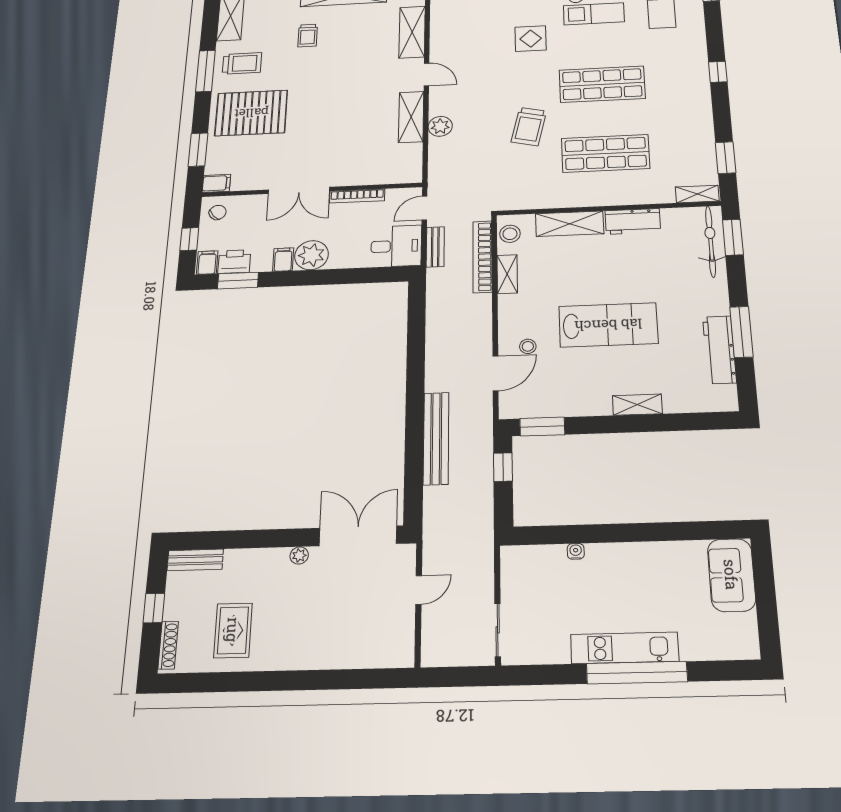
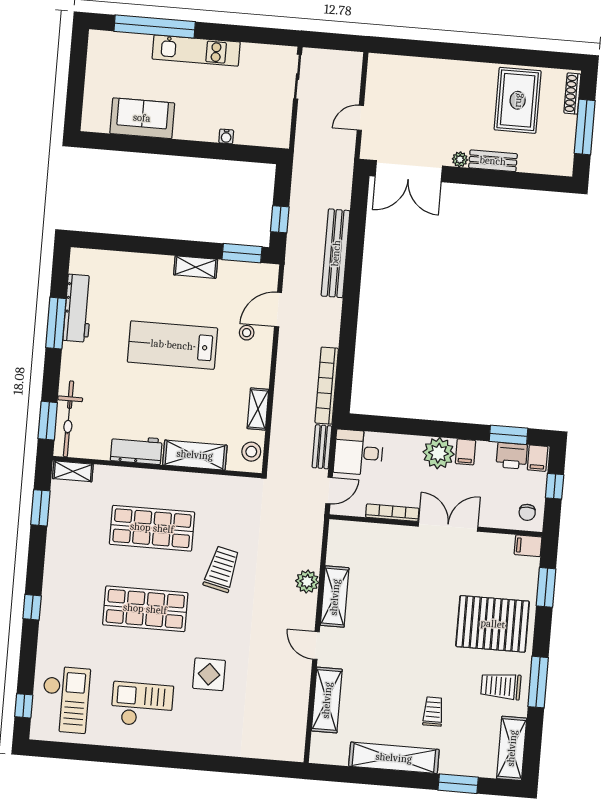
chair: (218, 212) -> (527, 512), turned -51
bookcase: (482, 257) -> (327, 386), moved, turned 180
shelving: (637, 405) -> (196, 267), moved
bench: (195, 560) -> (493, 161), moved
sofa: (731, 575) -> (142, 118), moved, turned -90
window: (154, 608) -> (585, 127), width x2.17
rug: (233, 630) -> (518, 100), width x1.36, depth x1.43
window: (637, 673) -> (155, 26), moved

